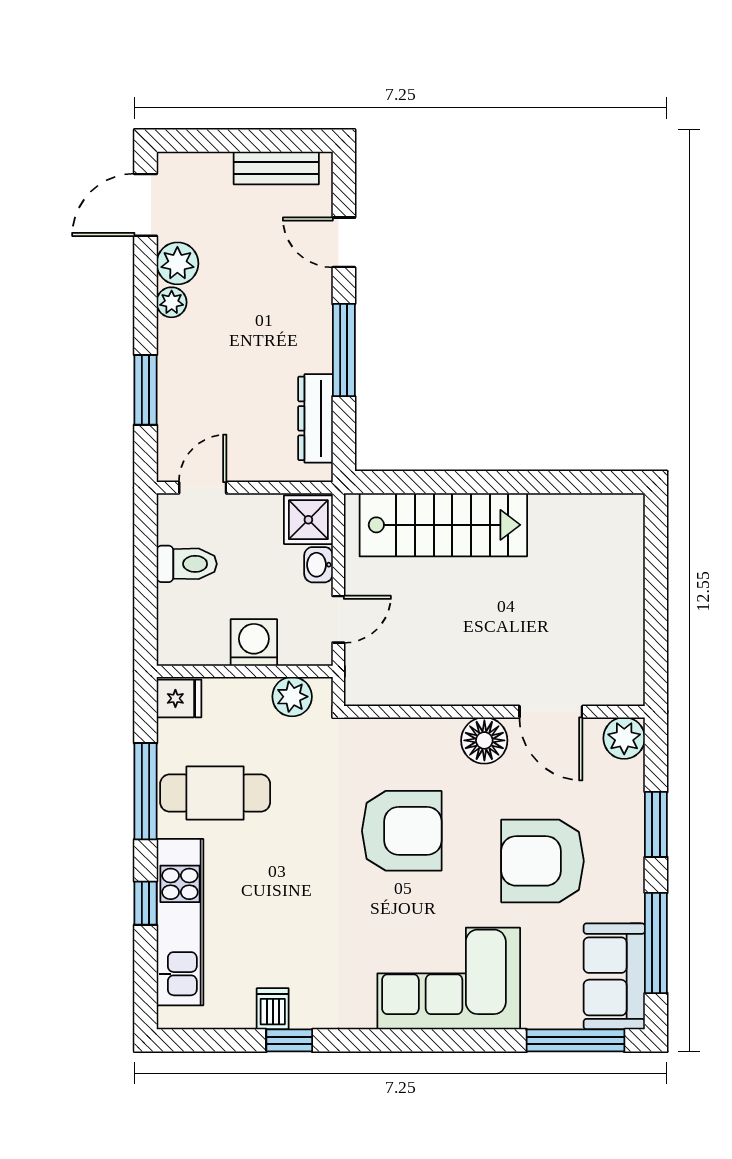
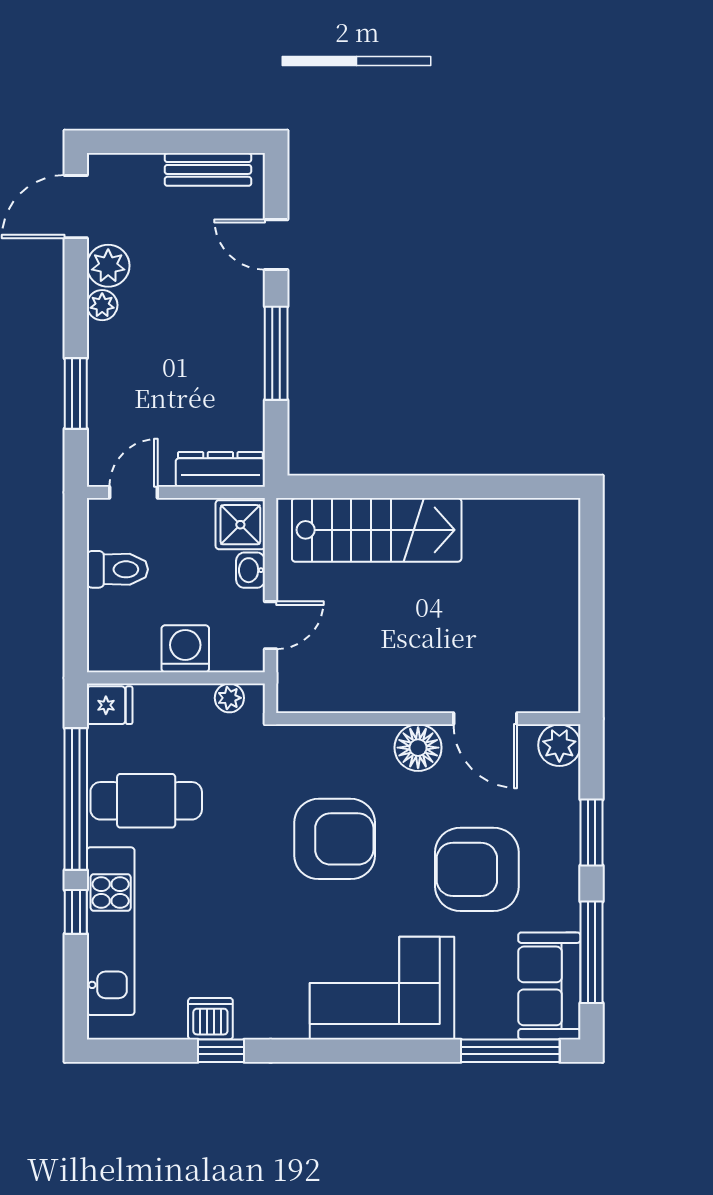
dresser: (316, 418) -> (220, 469), moved, turned 90
plant: (292, 697) -> (229, 698), width x0.73, depth x0.73
window: (145, 791) -> (76, 799), width x1.46
dishwasher: (273, 1009) -> (210, 1019), width x1.38

